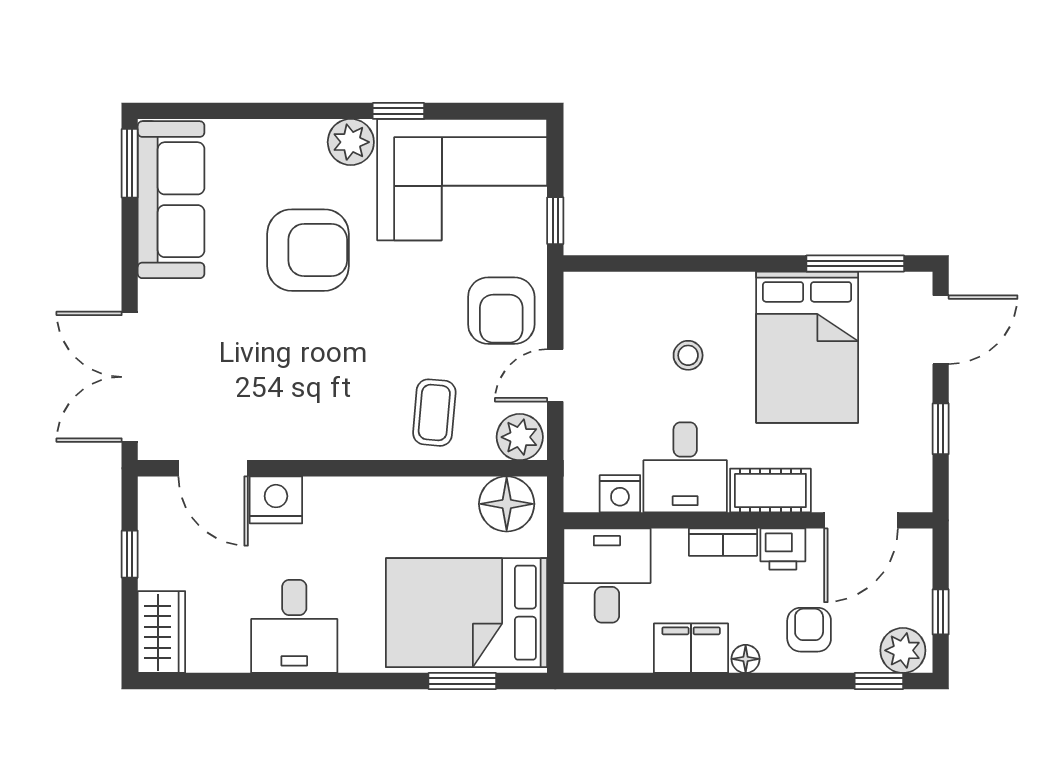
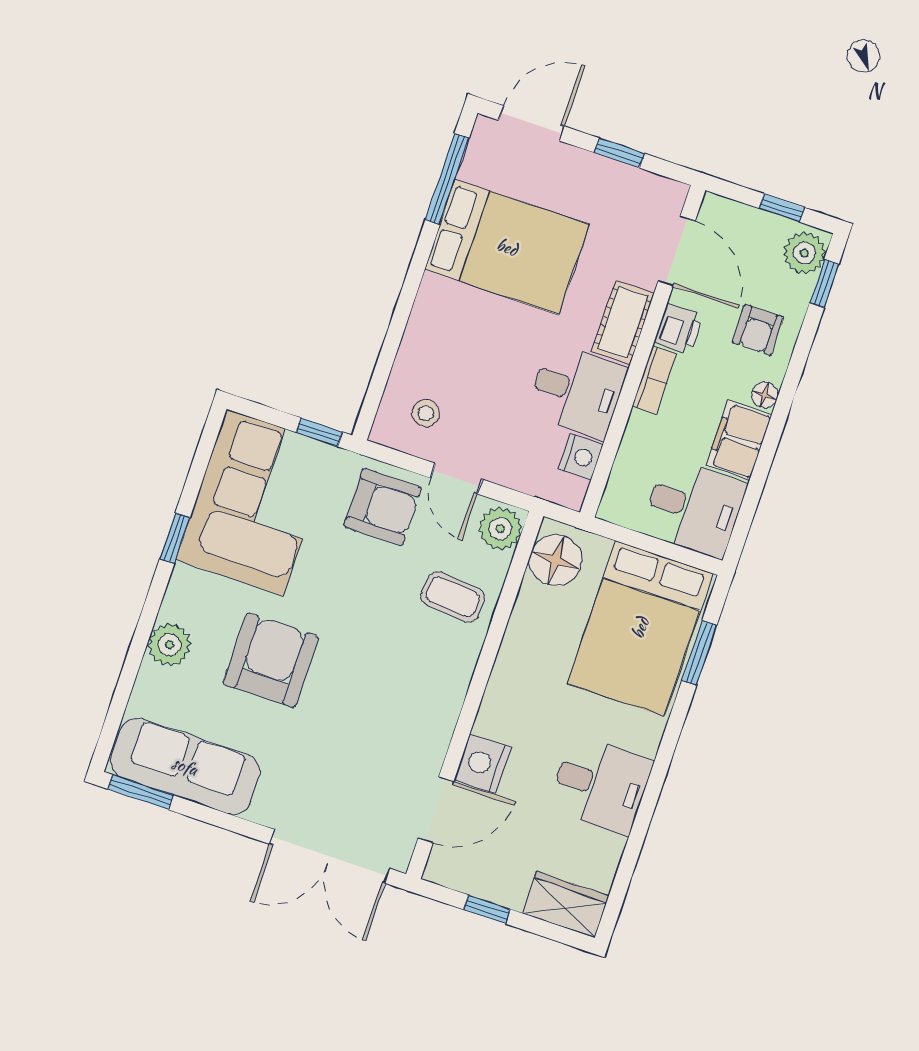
plant: (351, 142) -> (170, 645), moved
door: (941, 330) -> (531, 123), hinge flipped
stool: (688, 355) -> (426, 413), moved
desk: (607, 576) -> (694, 508), moved, turned 180
armchair: (809, 630) -> (758, 330), turned -90

